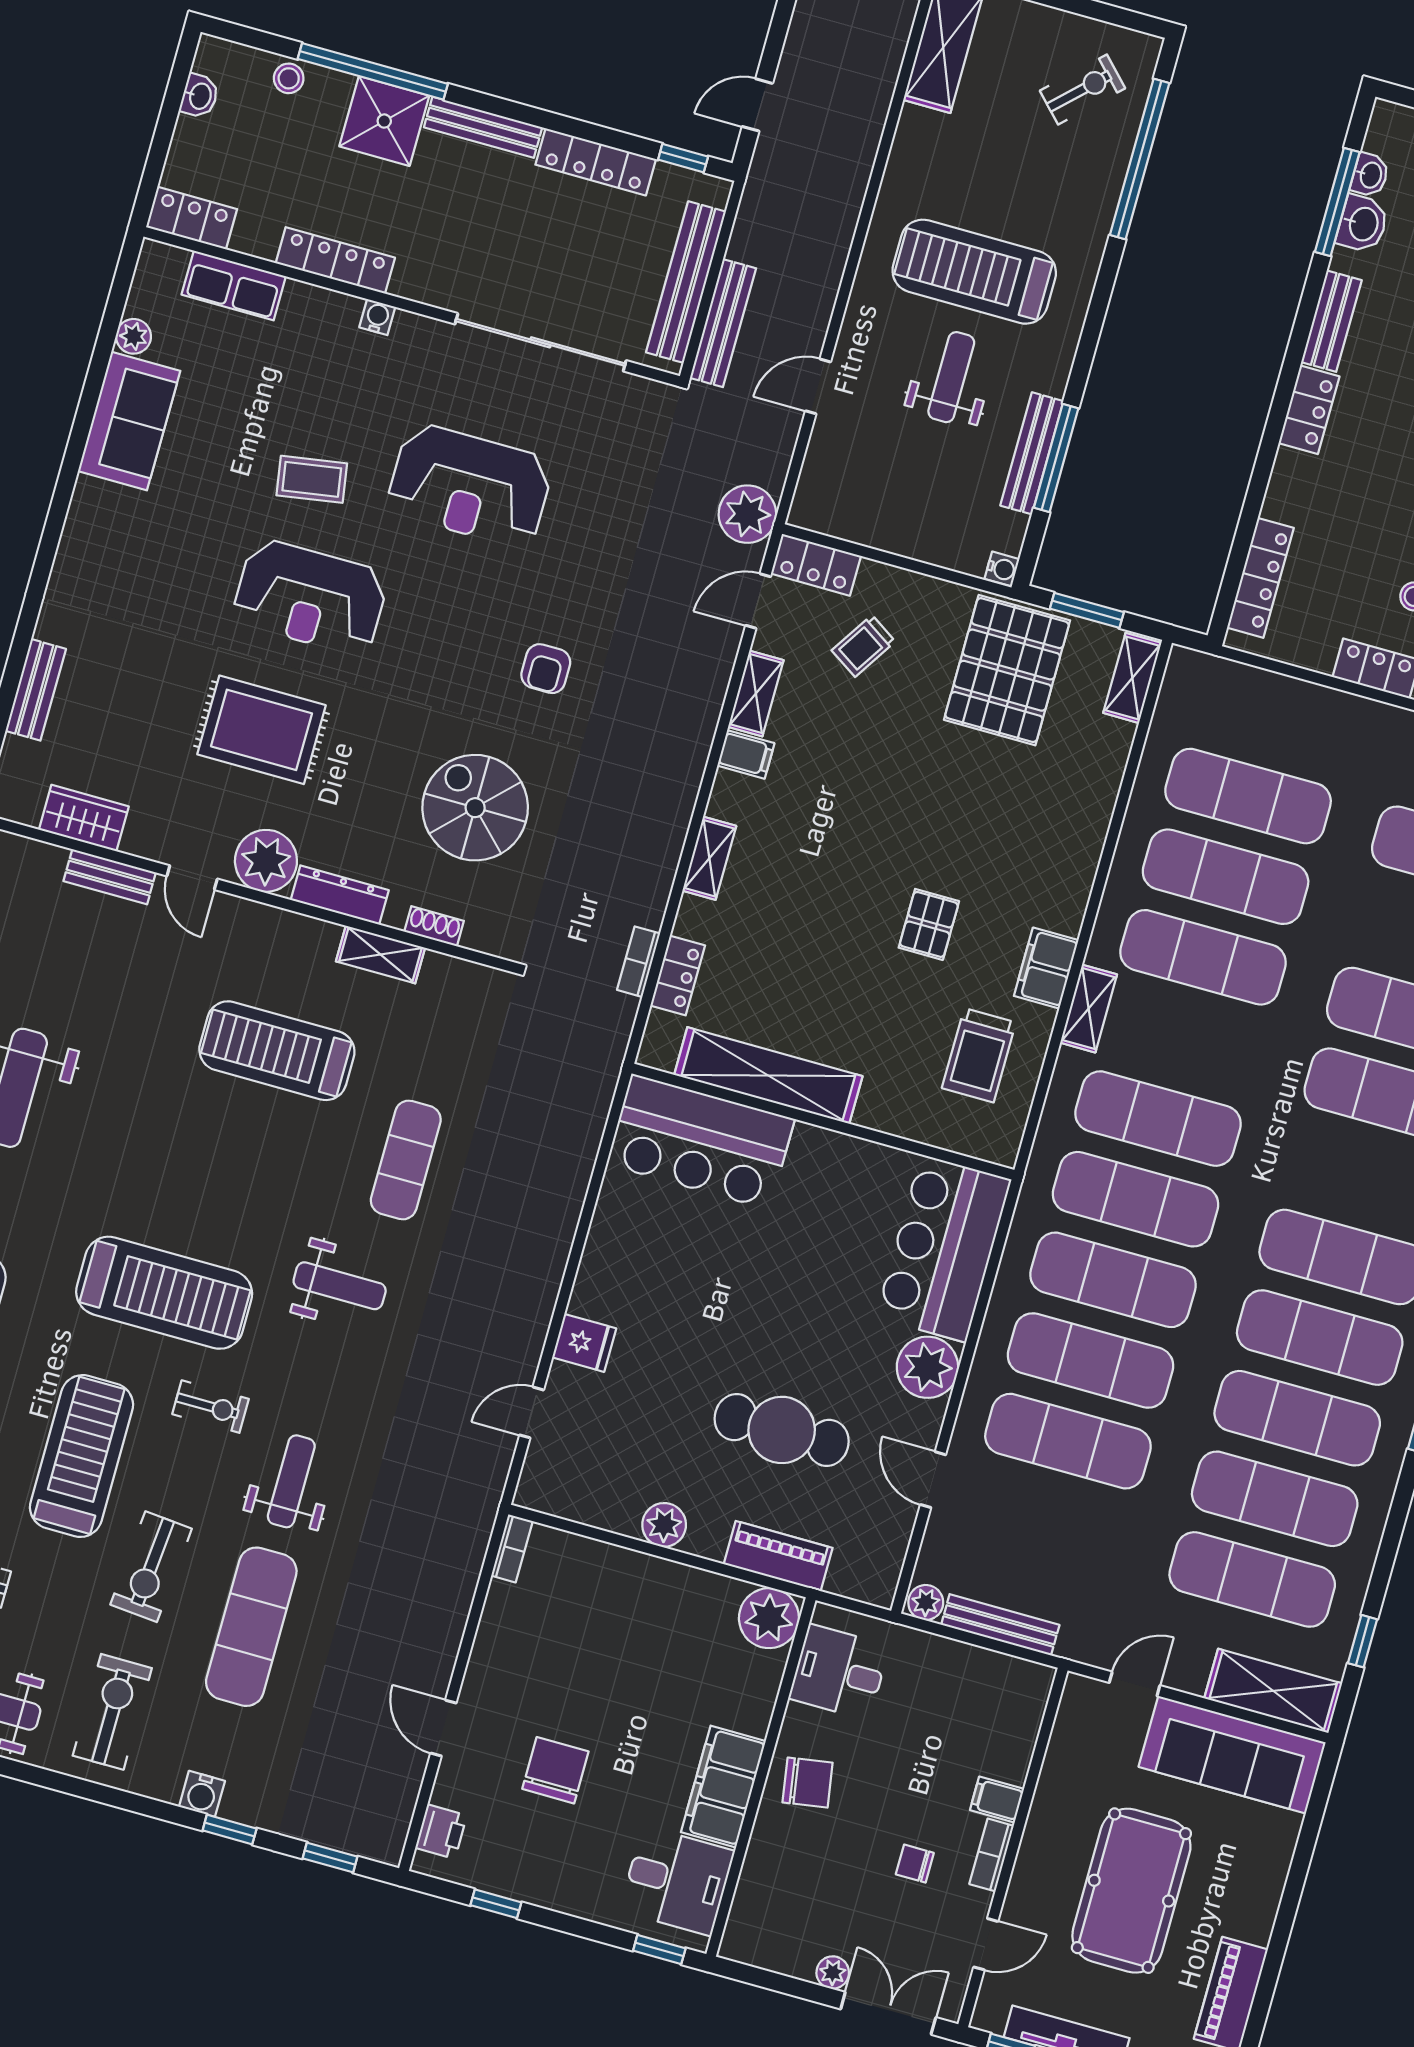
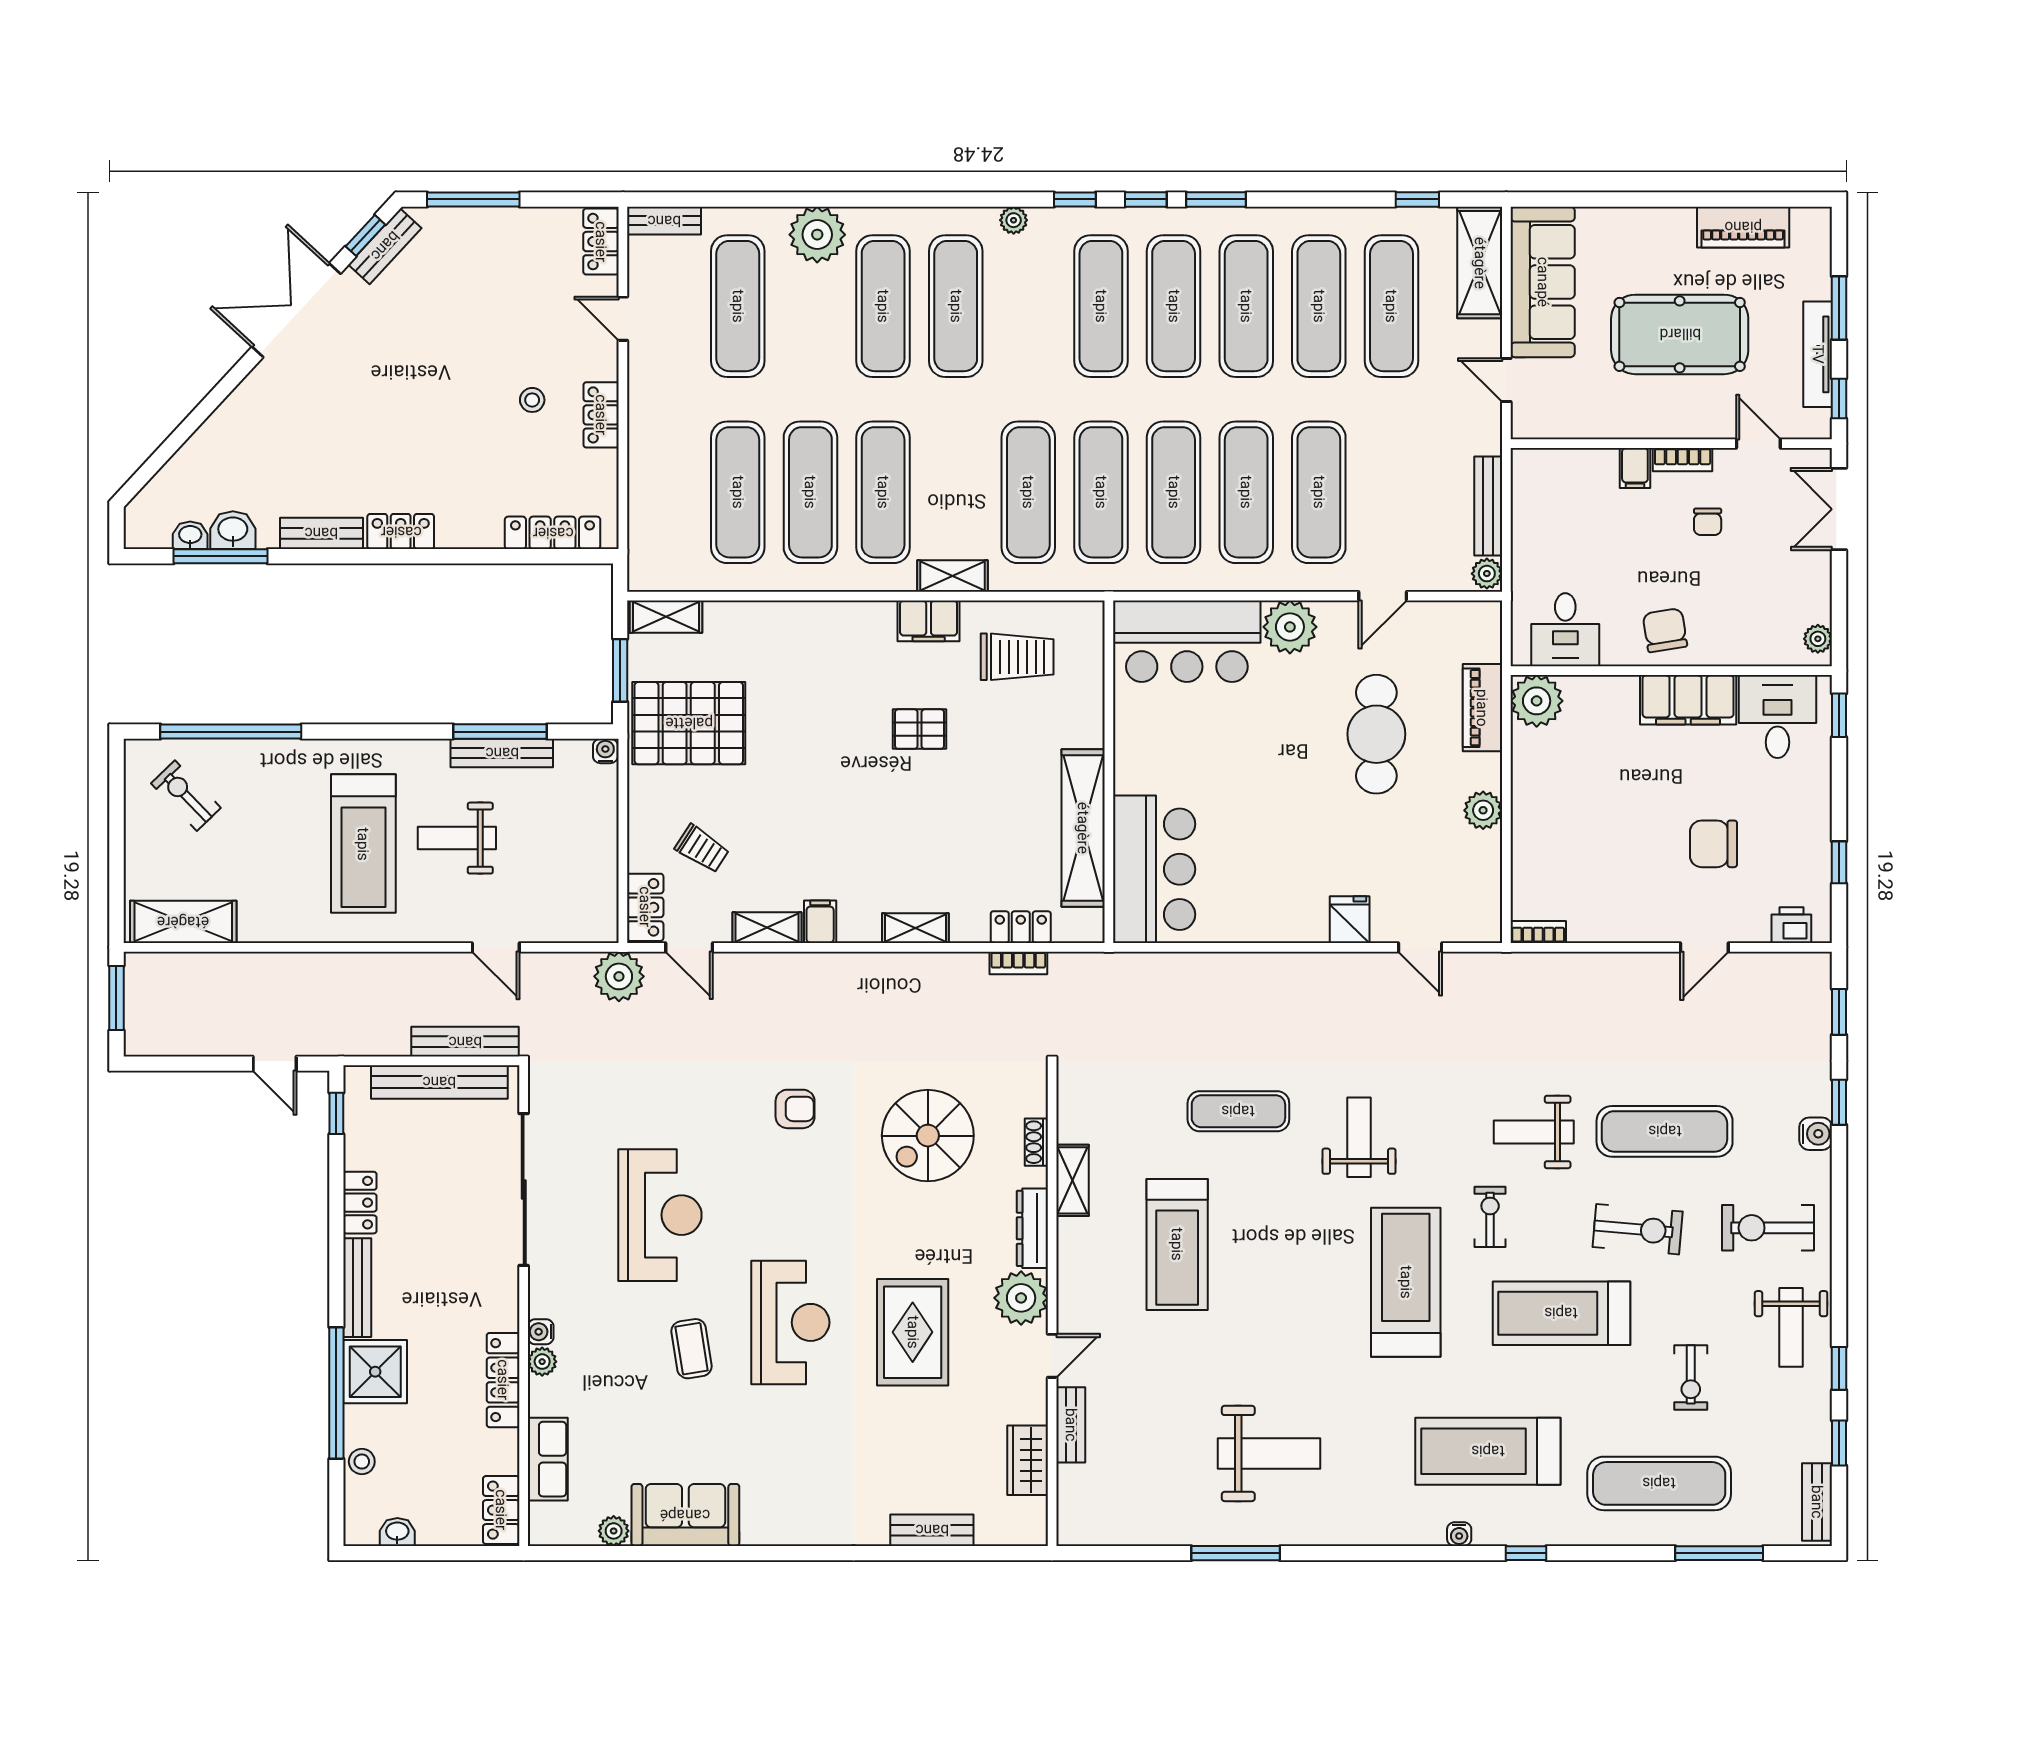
locker: (596, 162) -> (360, 1203), width x0.66
plant: (344, 310) -> (542, 1362), added
plant: (833, 1973) -> (1818, 639), moved

